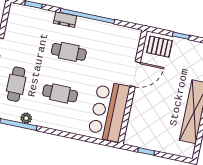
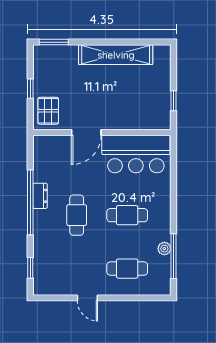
dresser: (65, 20) -> (40, 196), moved
door: (135, 74) -> (86, 132), swing flipped
cafe table: (60, 93) -> (127, 215), turned 90

